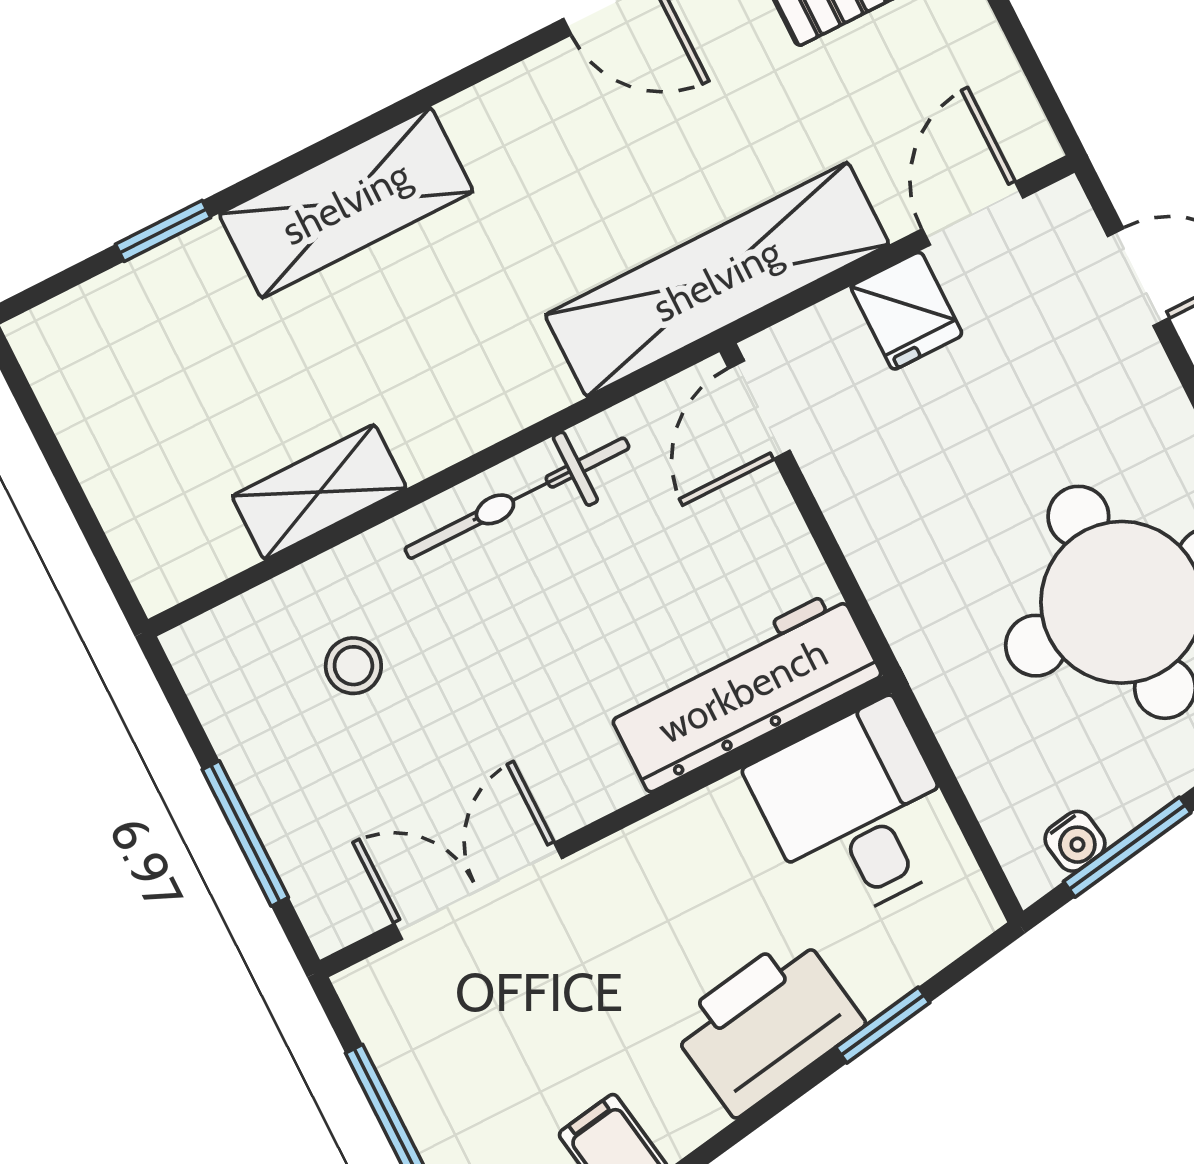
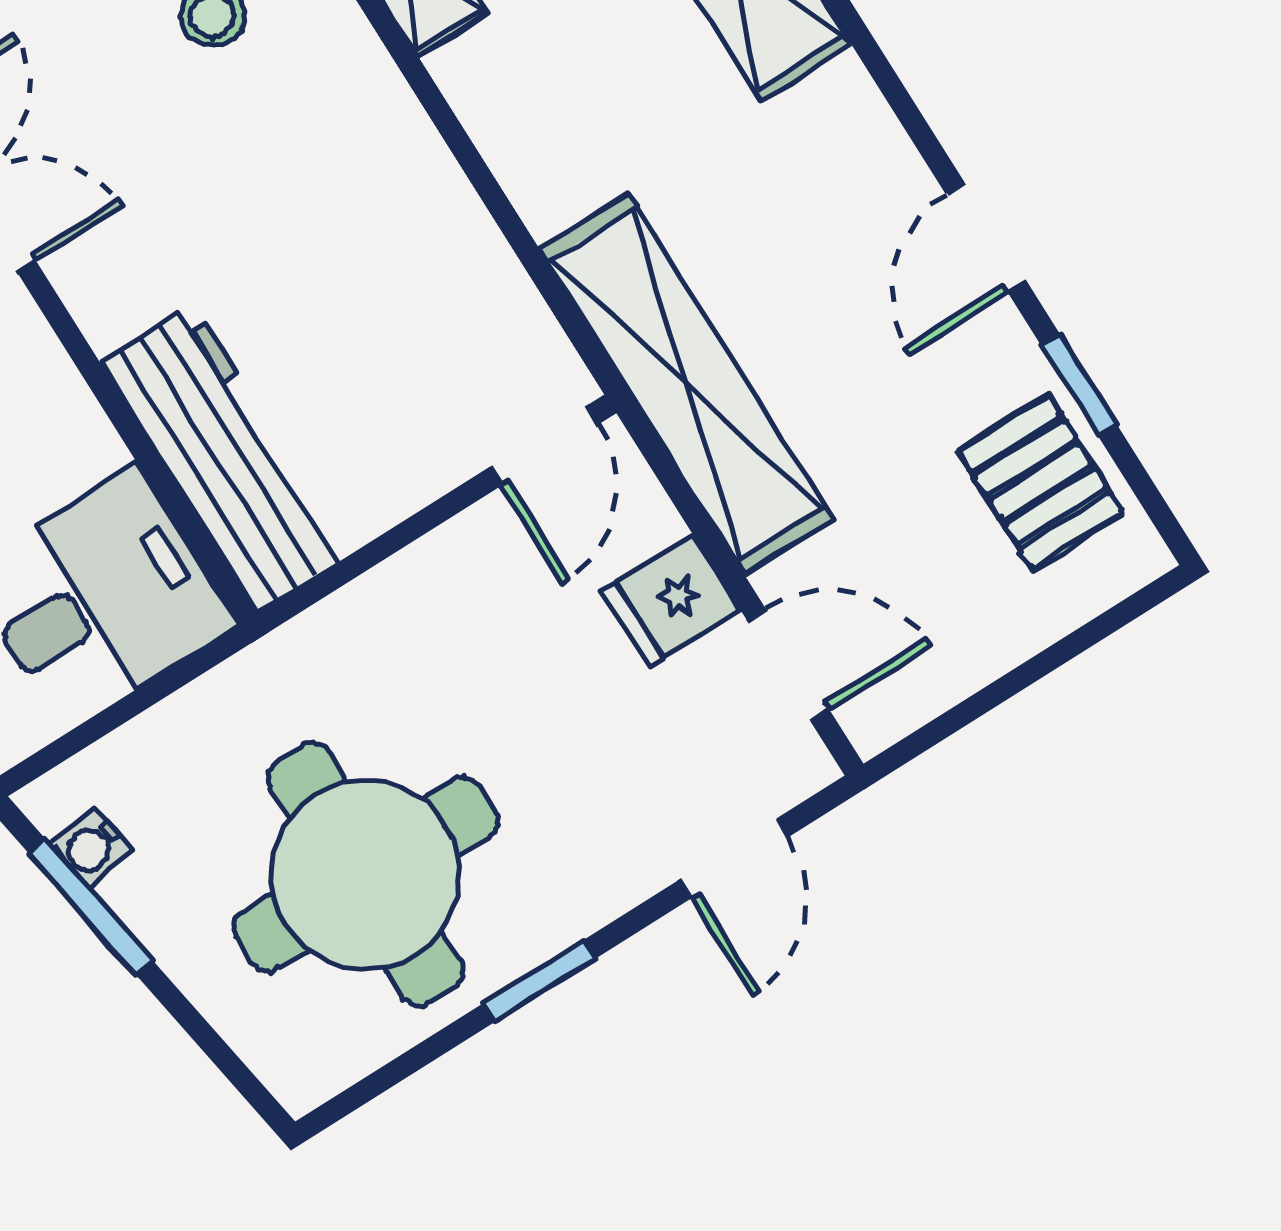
door: (759, 410) -> (544, 445), swing flipped
bicycle: (517, 498) -> (419, 182), removed

